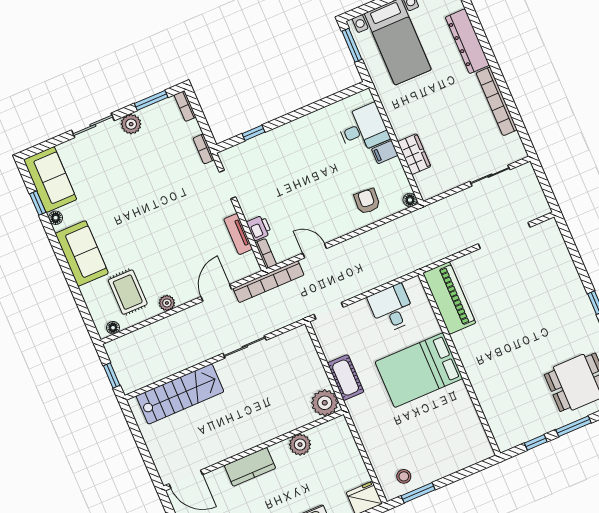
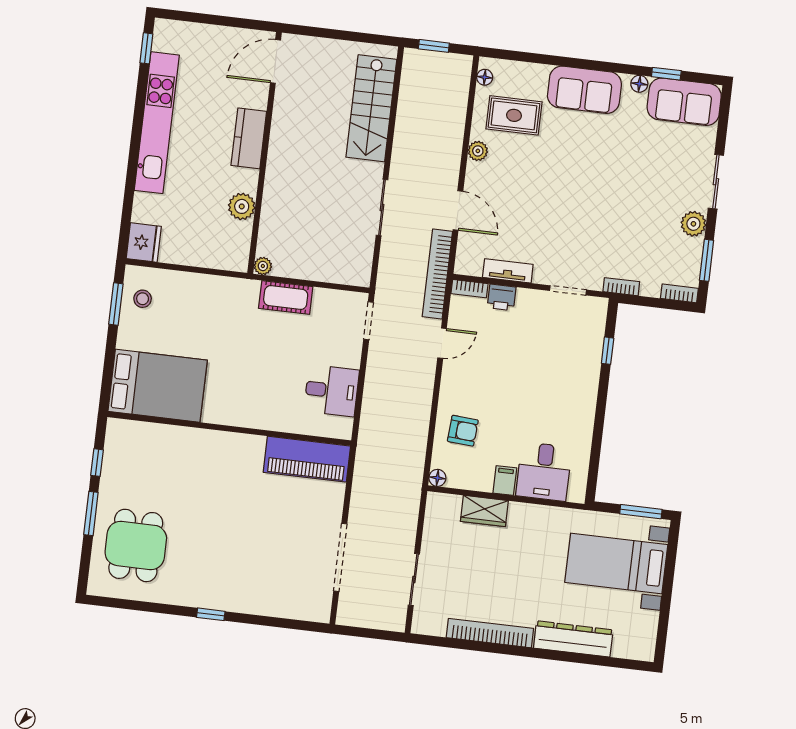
bed: (419, 370) -> (158, 386), moved, turned 90
plant: (325, 403) -> (263, 266), width x0.53, depth x0.53

